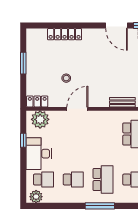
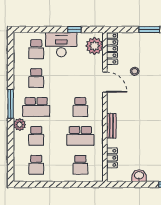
locker: (37, 101) -> (112, 49), width x1.53
school desk: (103, 134) -> (80, 107), added
plant: (36, 197) -> (20, 125), moved

